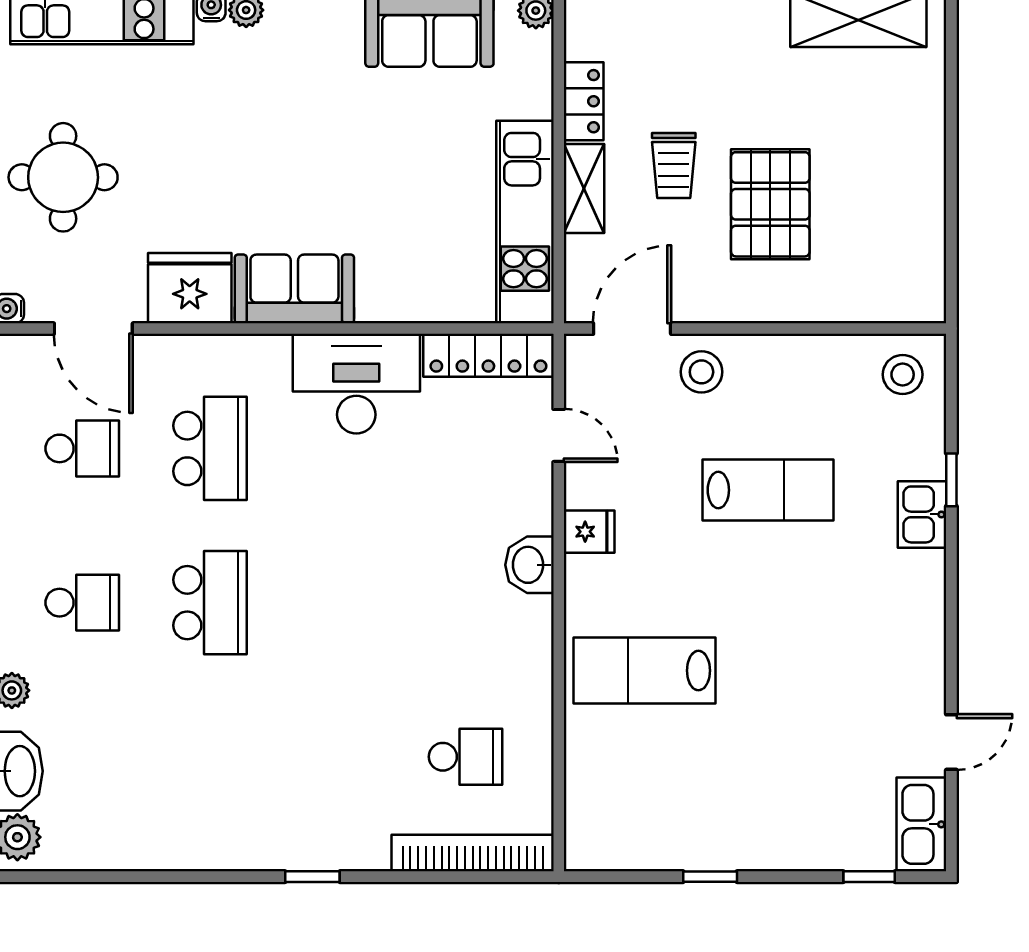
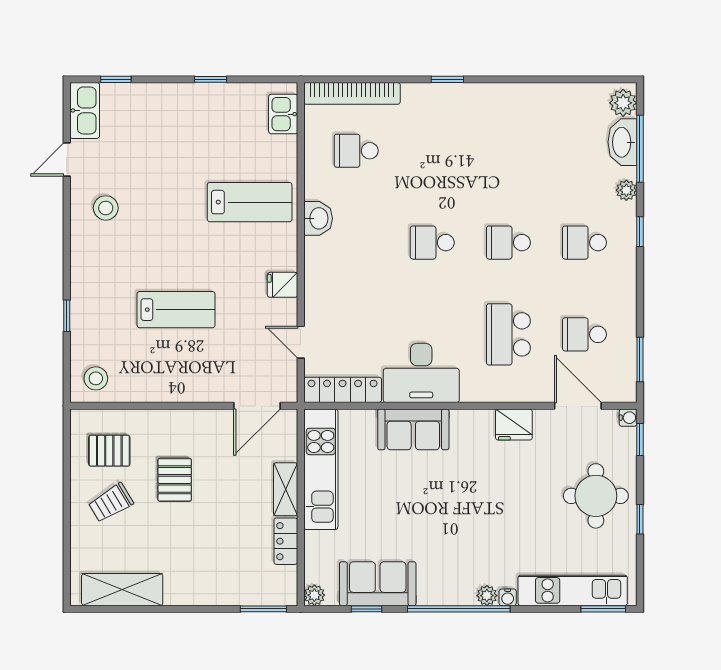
trolley: (674, 165) -> (111, 503), moved, turned -121
pallet: (770, 204) -> (175, 480), width x0.67, depth x0.71
pallet: (880, 253) -> (109, 451), added
fridge: (190, 288) -> (514, 425), width x0.73, depth x0.75
sofa: (294, 289) -> (413, 429), moved
stool: (701, 372) -> (106, 208), moved
lab bench: (768, 490) -> (176, 310), turned 180
kitchen sink: (922, 514) -> (283, 114), moved, turned 180
washbasin: (529, 565) -> (318, 218), moved
school desk: (210, 603) -> (508, 243), width x0.54
school desk: (338, 603) -> (432, 243), added

